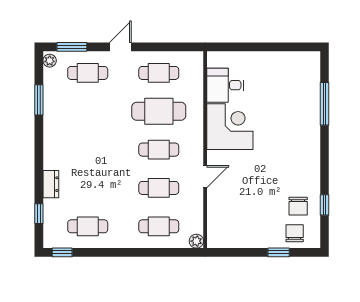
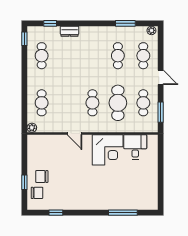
window: (72, 47) -> (161, 112), moved
cafe table: (159, 188) -> (118, 56), moved
chair: (298, 206) -> (42, 176), moved

